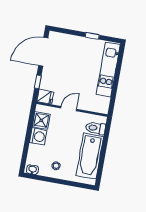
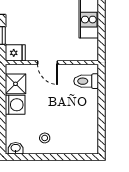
door: (69, 109) -> (48, 63), swing flipped
bathtub: (90, 156) -> (85, 118), removed

